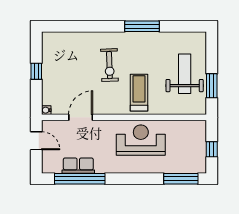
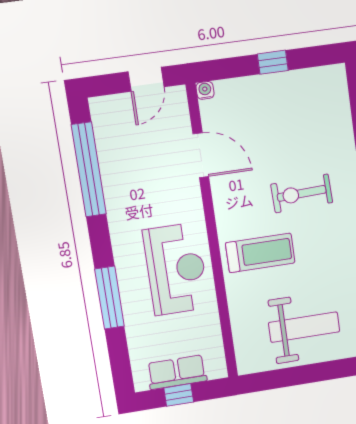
window: (212, 86) -> (290, 377), removed
row of seats: (78, 166) -> (177, 372), moved, turned -90
window: (181, 179) -> (110, 298), moved

